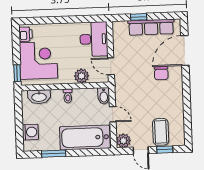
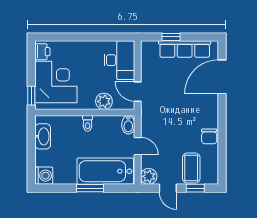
chair: (161, 73) -> (209, 136), moved
washbasin: (39, 97) -> (43, 136), moved, turned -90
washing machine: (30, 132) -> (44, 176), moved
window: (54, 154) -> (90, 188), moved

